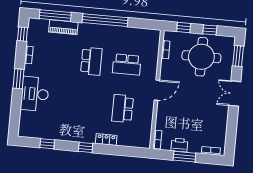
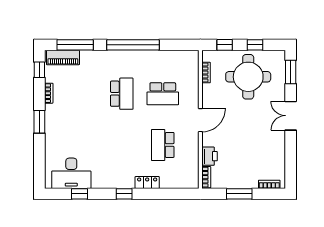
piano: (63, 27) -> (63, 57), moved
desk: (35, 94) -> (71, 173), moved, turned -90
printer: (179, 145) -> (210, 156), moved, turned 90

